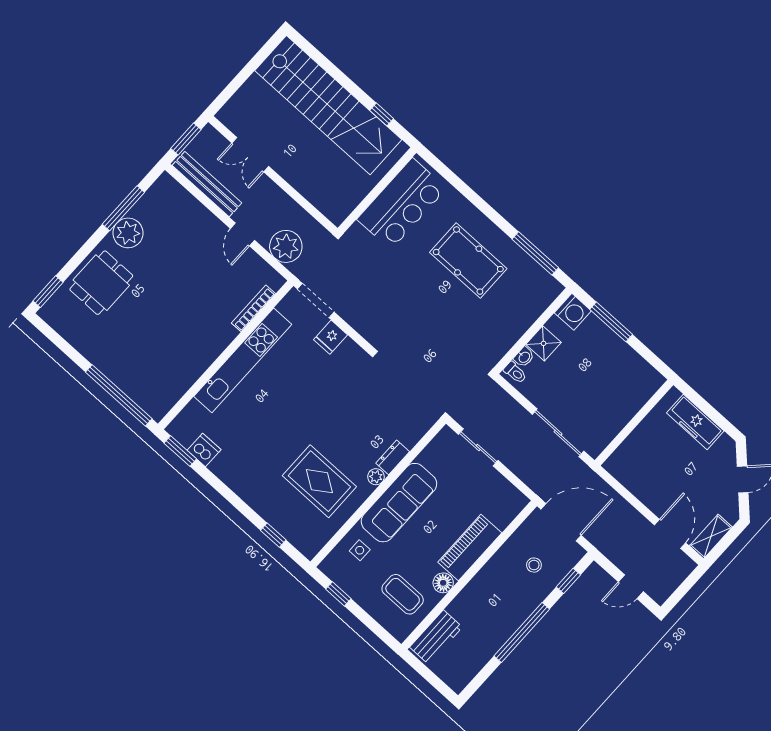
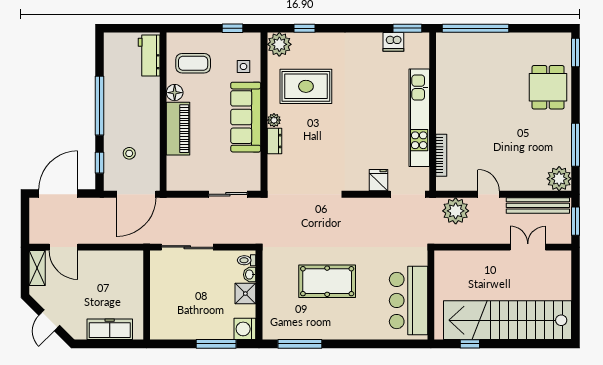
plant: (128, 233) -> (559, 179), moved
pool table: (468, 261) -> (327, 281), moved
plant: (309, 541) -> (279, 44), added
door: (631, 587) -> (58, 193), width x1.87

